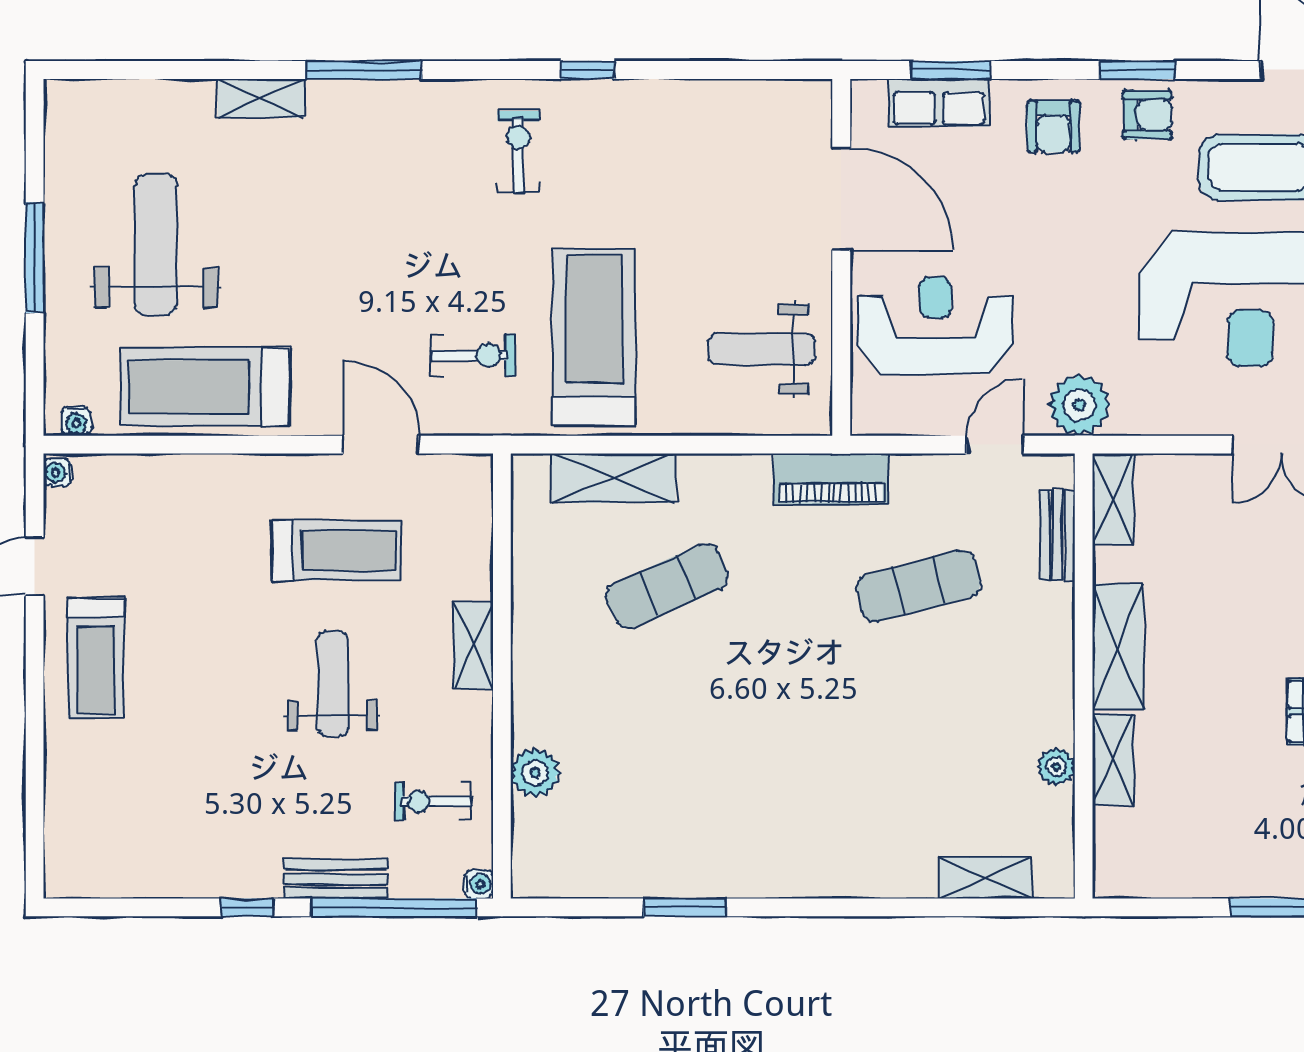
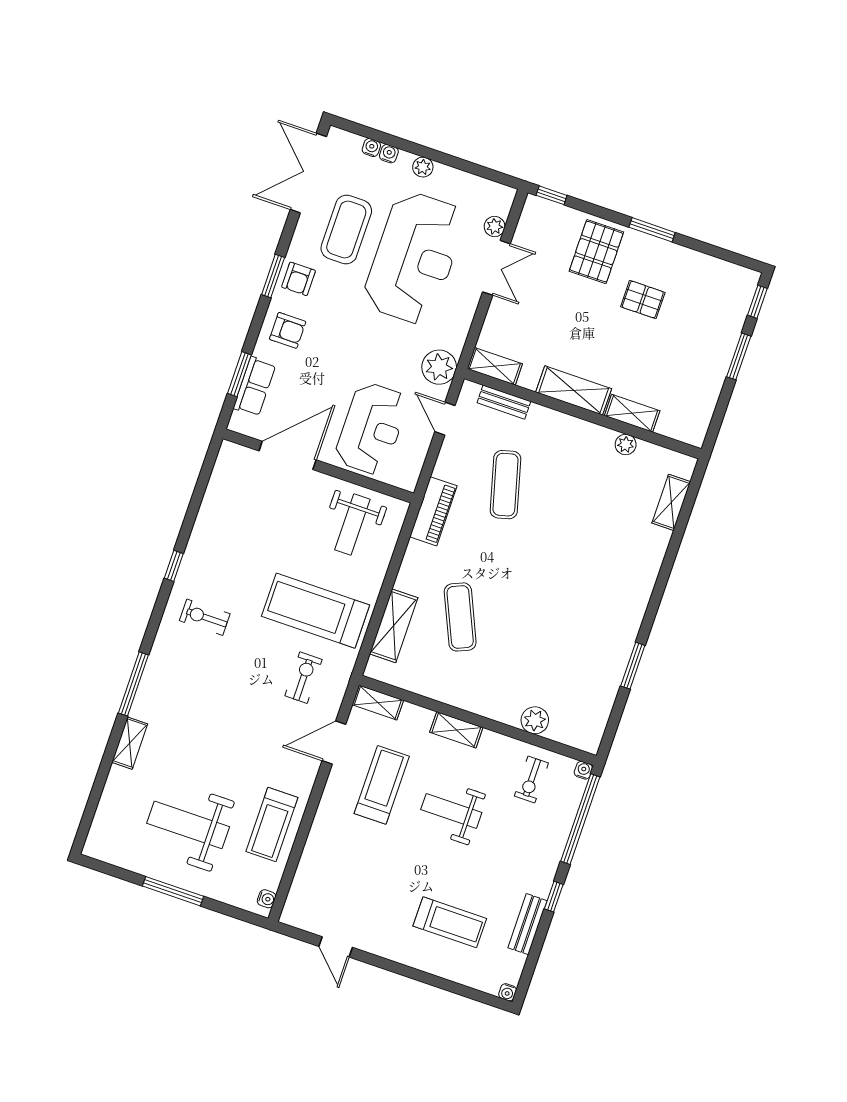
armchair: (1147, 115) -> (299, 279), turned 180
reception desk: (935, 326) -> (371, 429), turned 180
treadmill: (205, 387) -> (272, 825), width x0.73, depth x0.73
water cooler: (58, 473) -> (508, 992), moved
shelving: (474, 496) -> (378, 703), added
treadmill: (96, 658) -> (450, 922), moved
bench: (336, 879) -> (528, 924), moved

